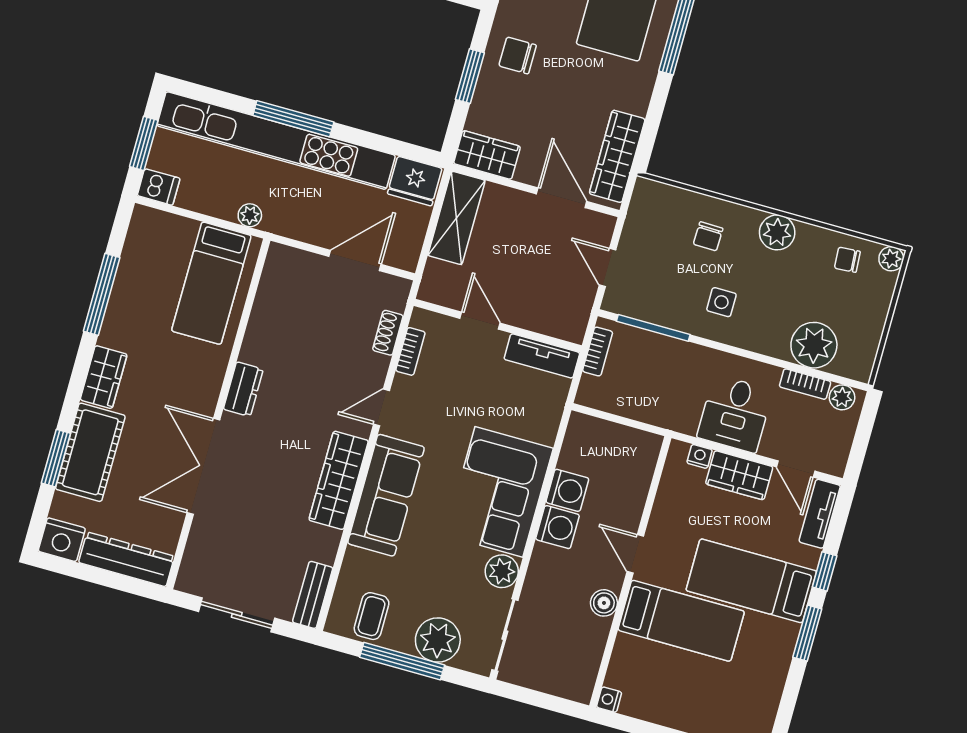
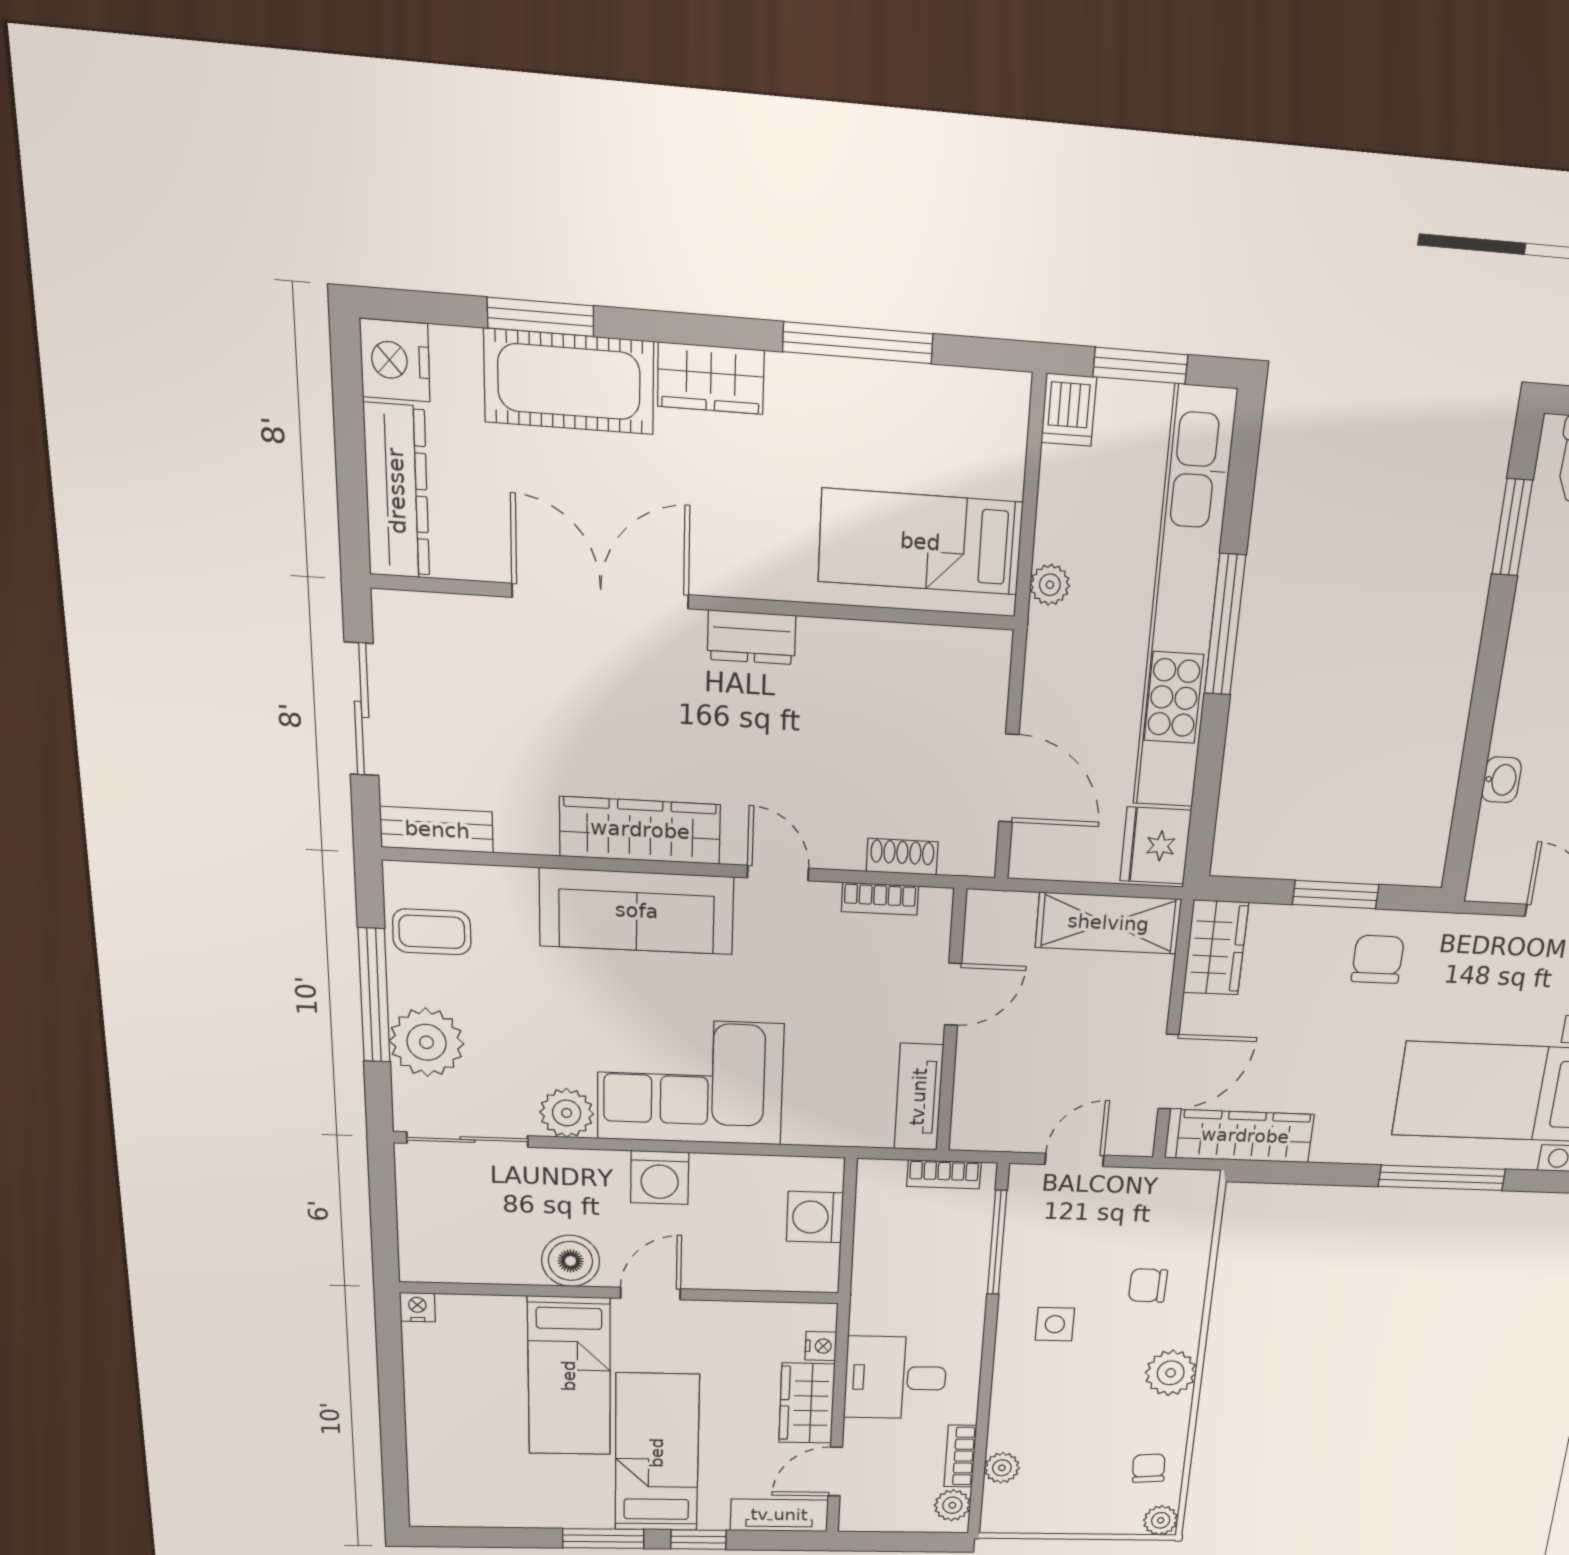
plant: (814, 345) -> (1002, 1468), width x0.53, depth x0.53
washing machine: (567, 490) -> (815, 1217), moved, turned 90
boiler: (604, 603) -> (571, 1261), width x1.36, depth x1.36

